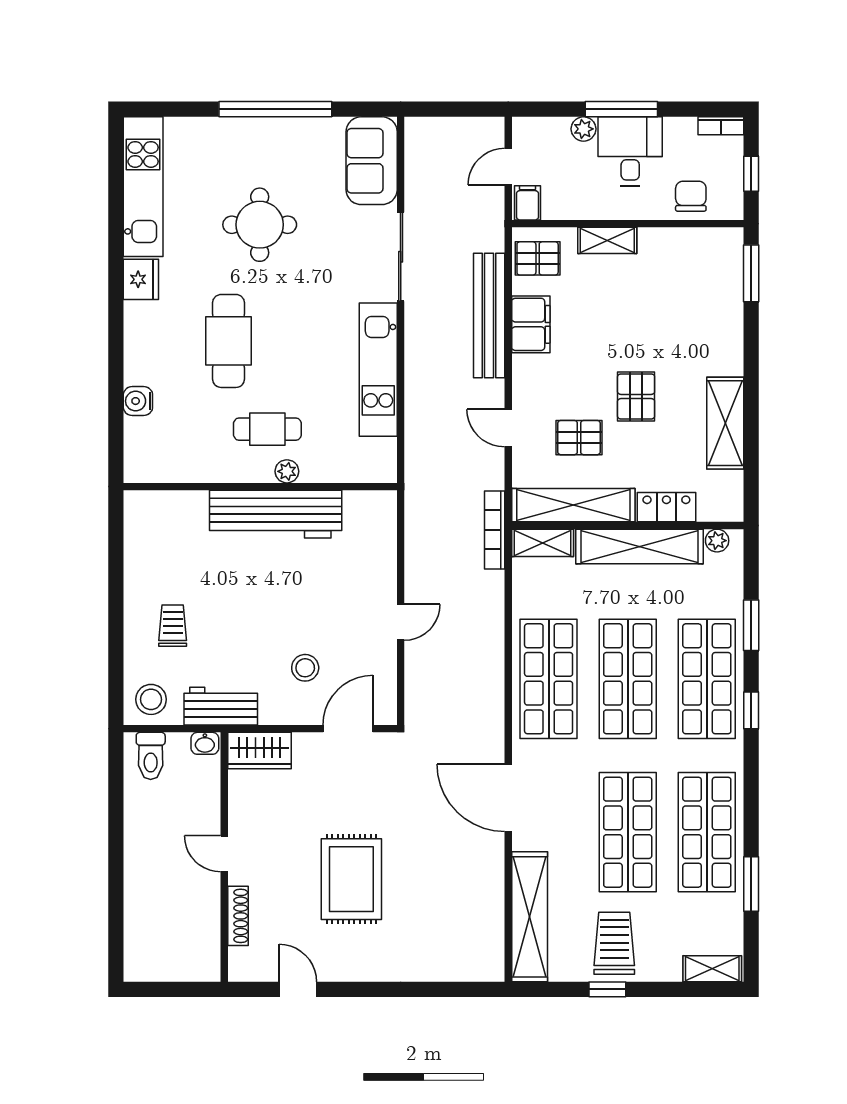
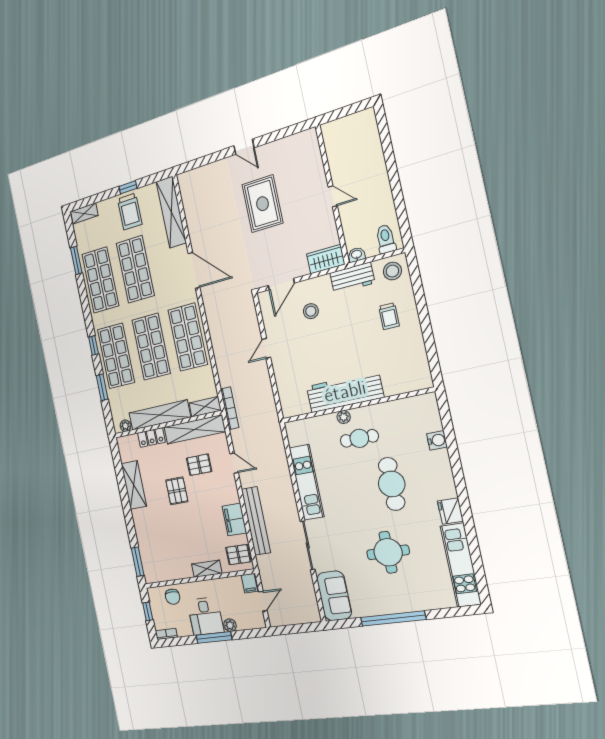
shoe rack: (238, 916) -> (318, 164), removed
door: (298, 989) -> (244, 147), moved

